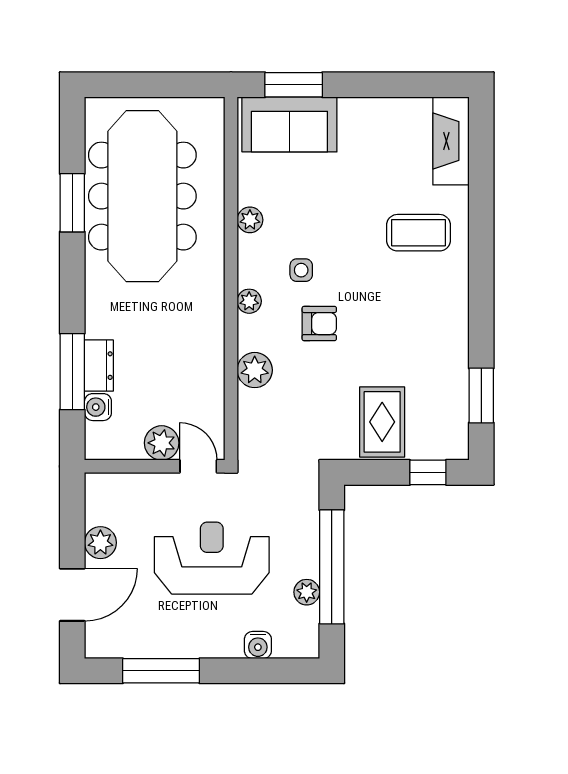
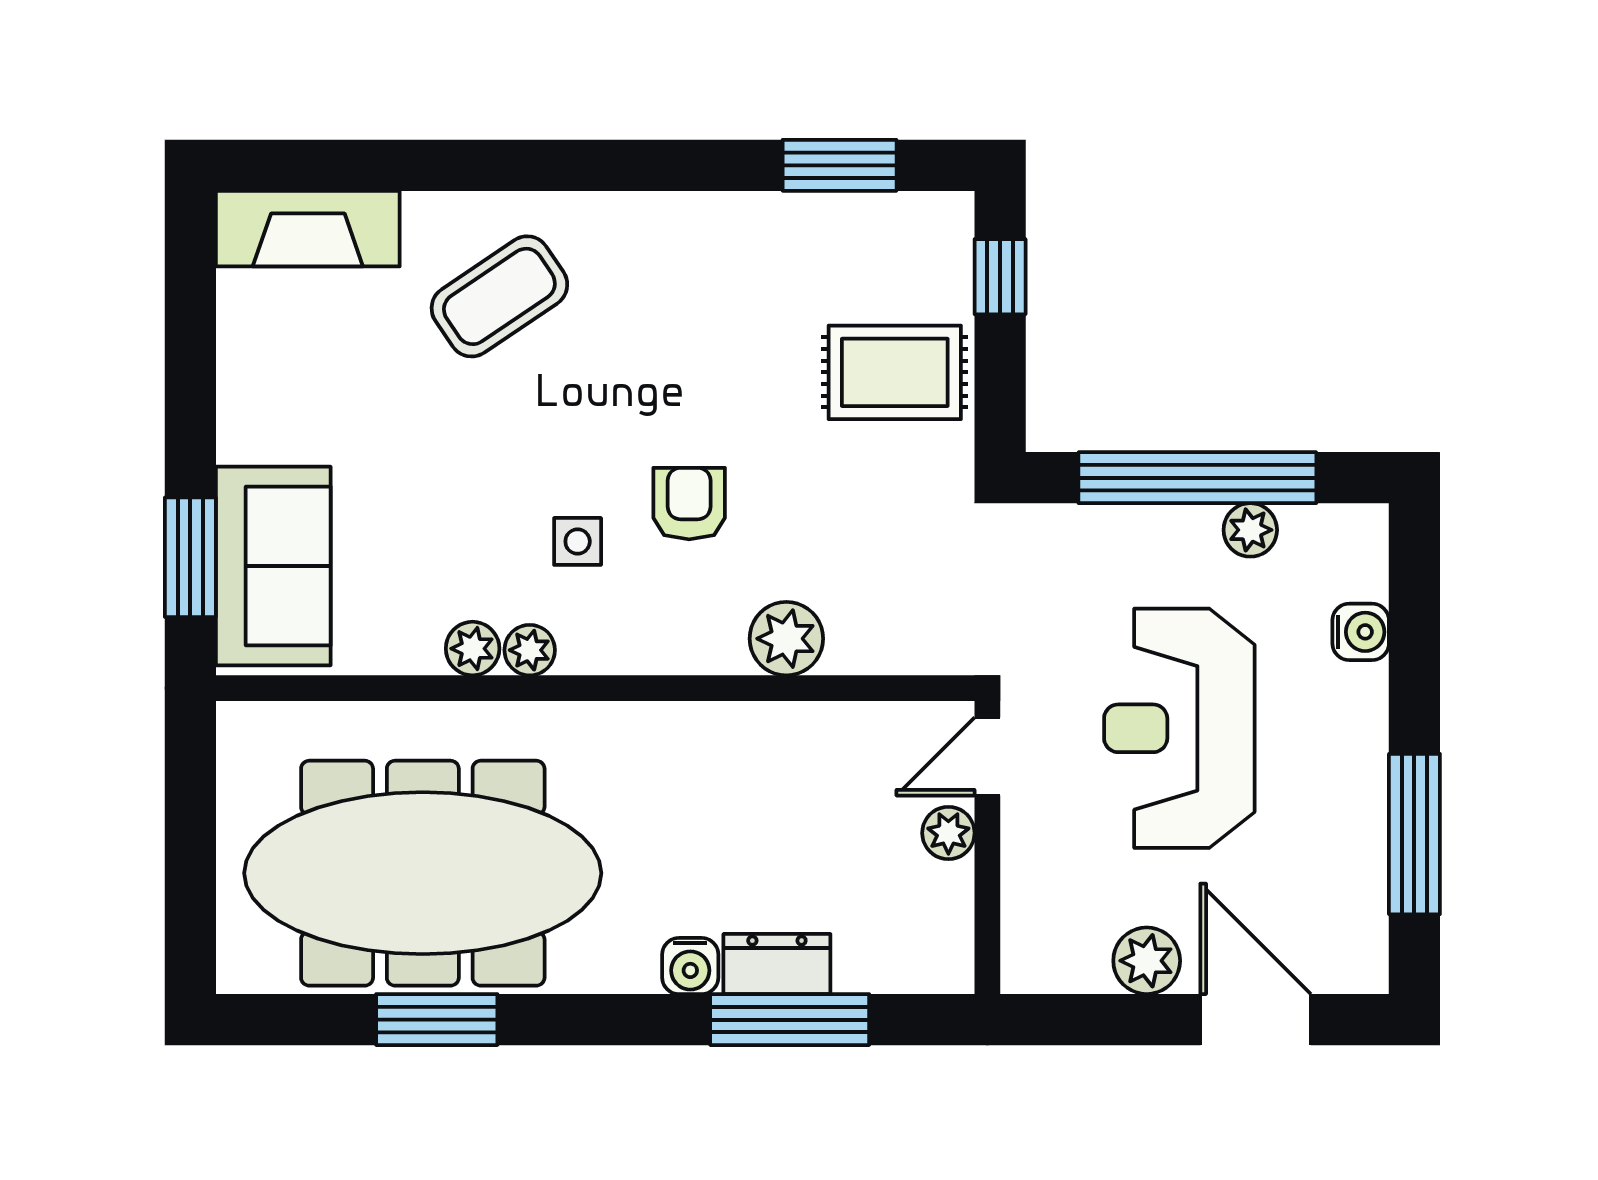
coffee table: (418, 233) -> (499, 296), turned 56
plant: (249, 301) -> (530, 650), moved
water cooler: (98, 407) -> (690, 966), moved
plant: (162, 443) -> (948, 833), width x0.73, depth x0.73

